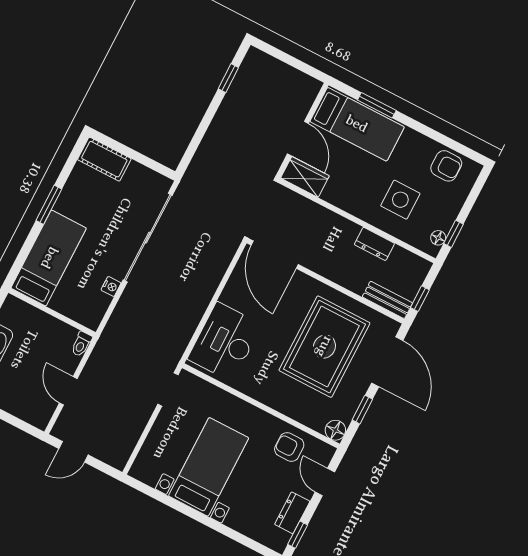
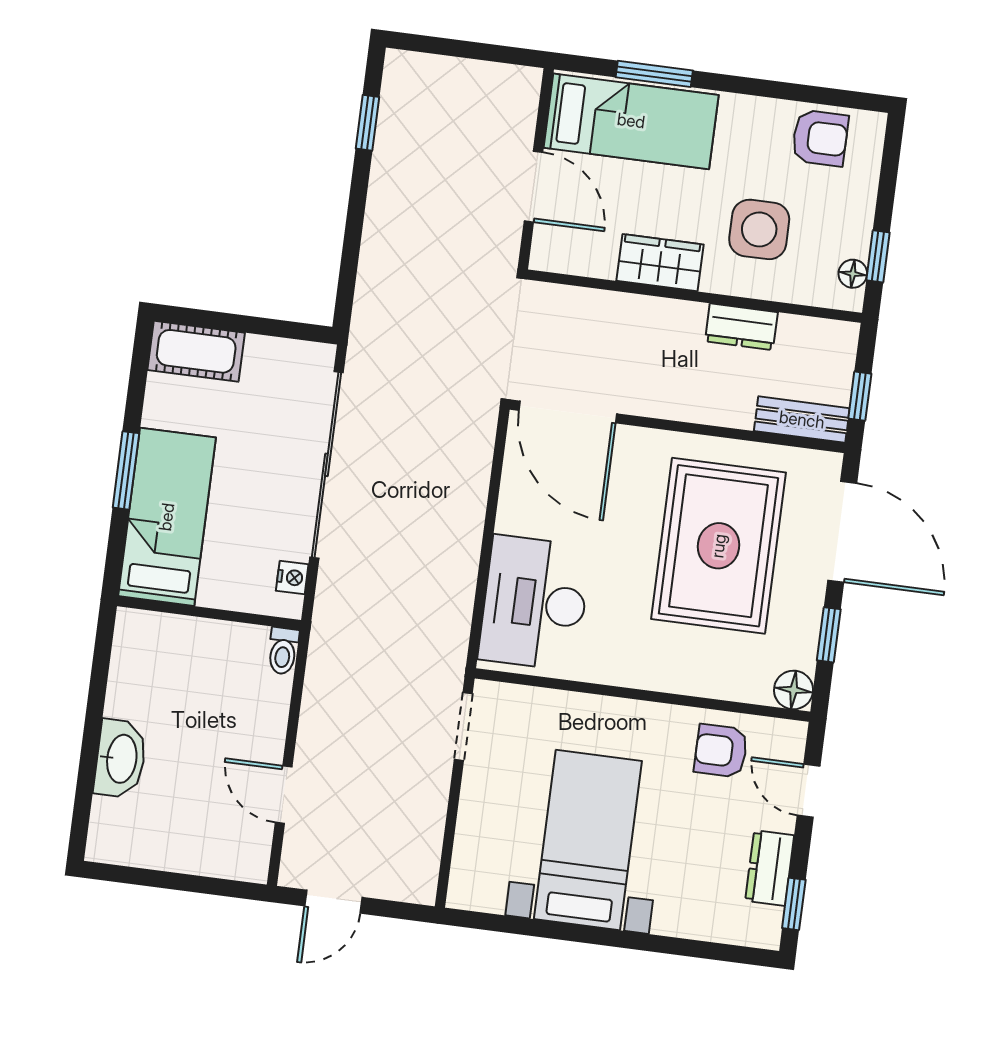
wardrobe: (305, 177) -> (660, 263), moved
bed: (49, 258) -> (167, 517), moved
wall: (52, 312) -> (209, 613), moved
toilet: (81, 344) -> (283, 651), moved

